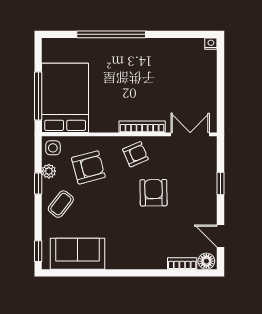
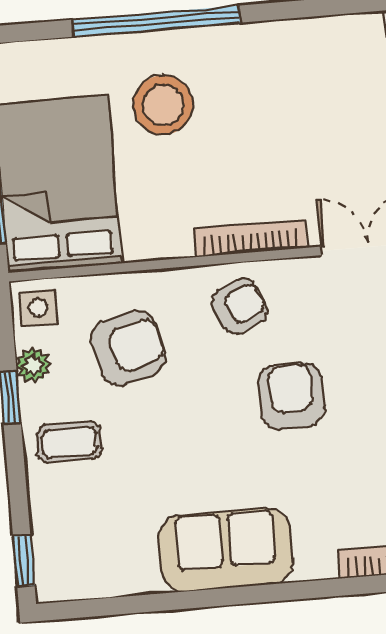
stool: (111, 69) -> (163, 105), added
coffee table: (61, 204) -> (69, 442), turned 52
sofa: (78, 254) -> (226, 550), moved

